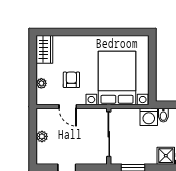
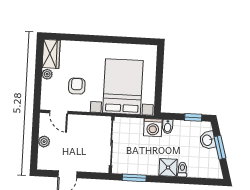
plant: (41, 83) -> (47, 74), moved
door: (68, 107) -> (59, 112), moved

